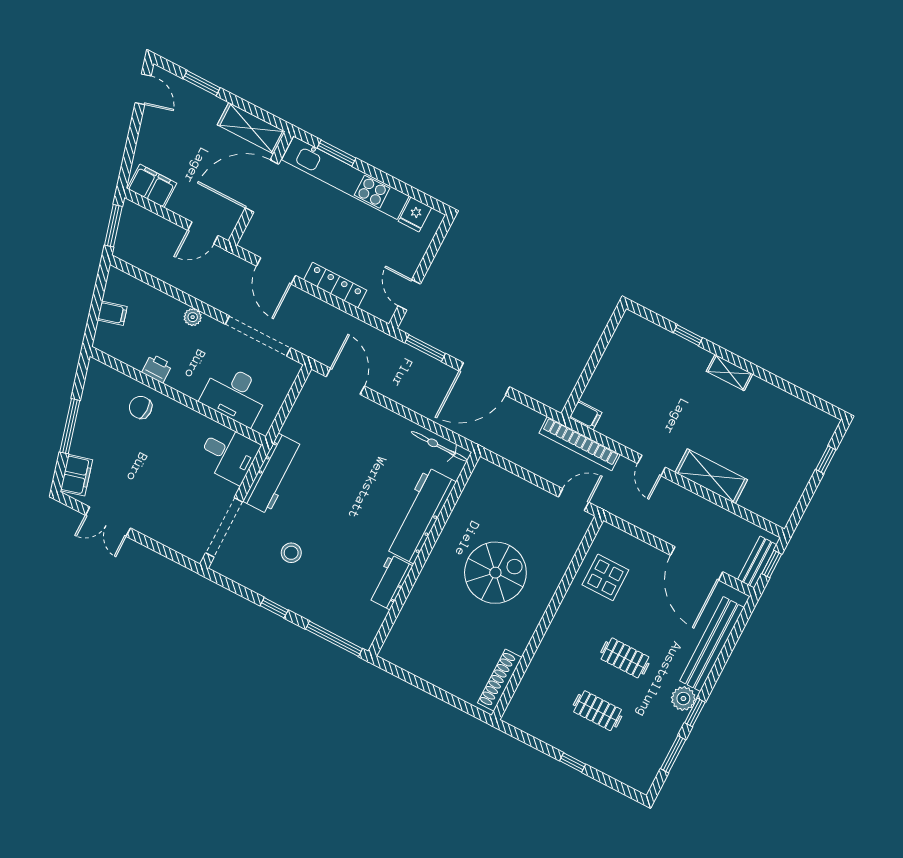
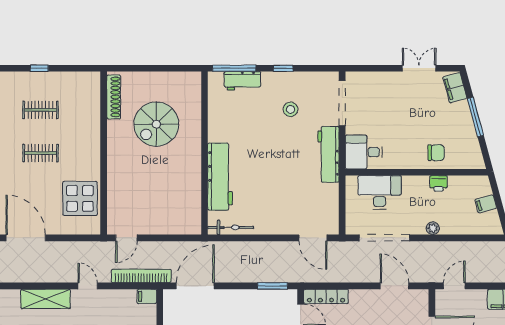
locker: (335, 285) -> (326, 296), moved
door: (484, 379) -> (195, 286), moved
spiral stairs: (495, 573) -> (156, 124), moved
display table: (605, 577) -> (80, 198), width x1.36, depth x1.36
workbench: (390, 582) -> (242, 81), moved, turned 90

